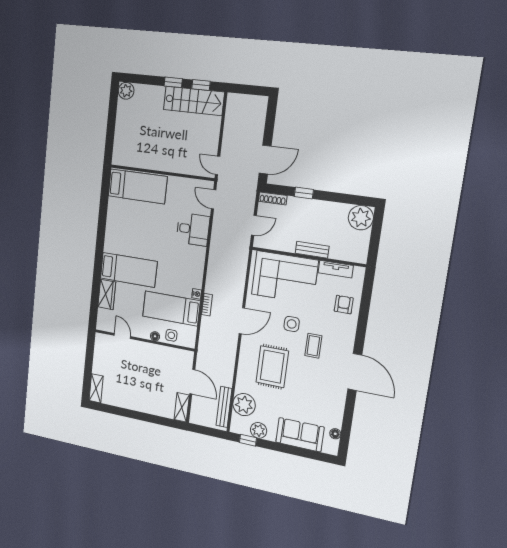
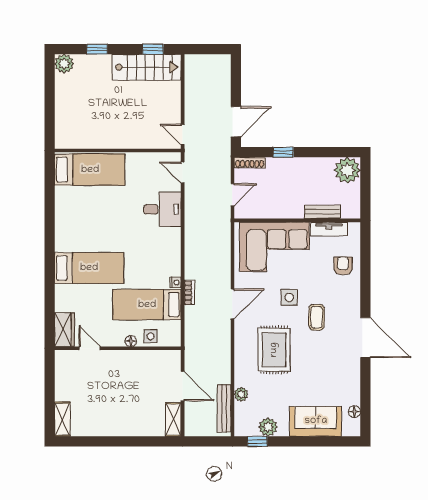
window: (173, 82) -> (97, 49), moved
bench: (312, 250) -> (322, 212), moved
wardrobe: (107, 295) -> (65, 330), moved
plant: (244, 405) -> (241, 394), width x0.53, depth x0.53

